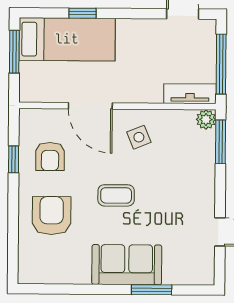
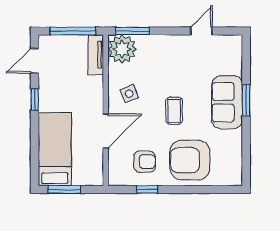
window: (83, 13) -> (35, 100), moved
plant: (206, 119) -> (122, 49), width x1.88, depth x1.88
armchair: (52, 216) -> (190, 160), width x1.36, depth x1.36
window: (152, 290) -> (246, 100), moved

